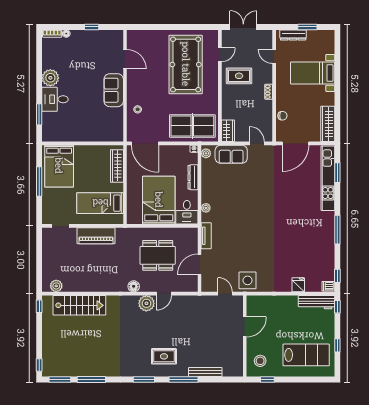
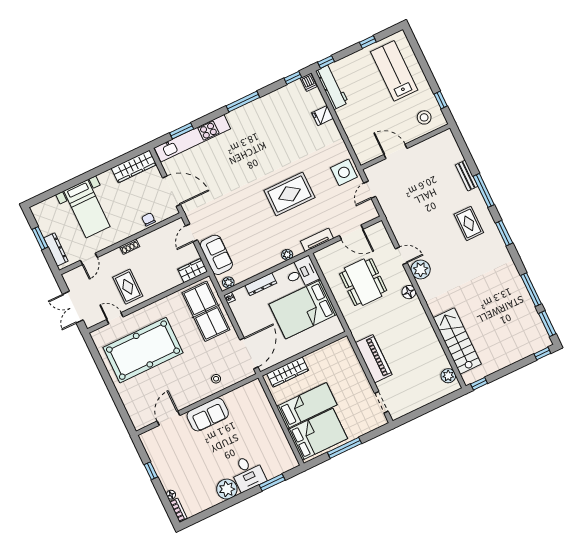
bed: (100, 203) -> (307, 406), moved, turned -90
rug: (251, 231) -> (289, 194), added
bench: (205, 372) -> (467, 176), width x0.73

